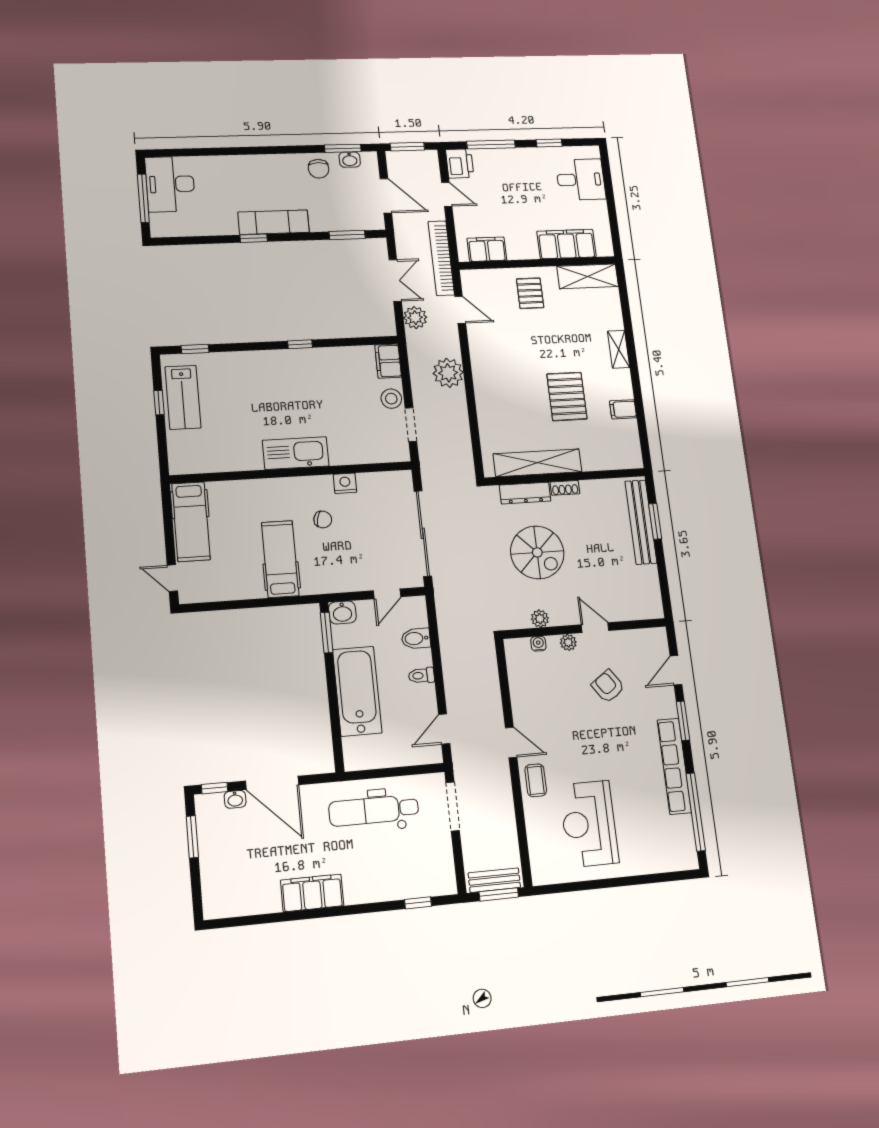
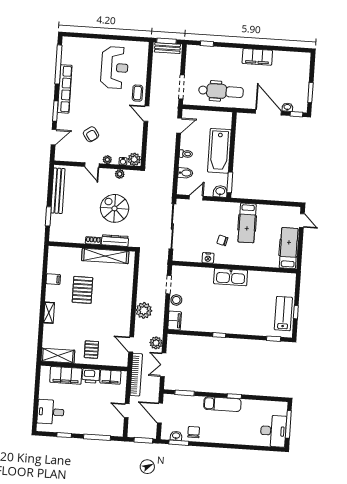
printer: (460, 163) -> (91, 376), moved, turned -90
bench: (641, 522) -> (58, 191), moved
plant: (518, 651) -> (134, 159), added

